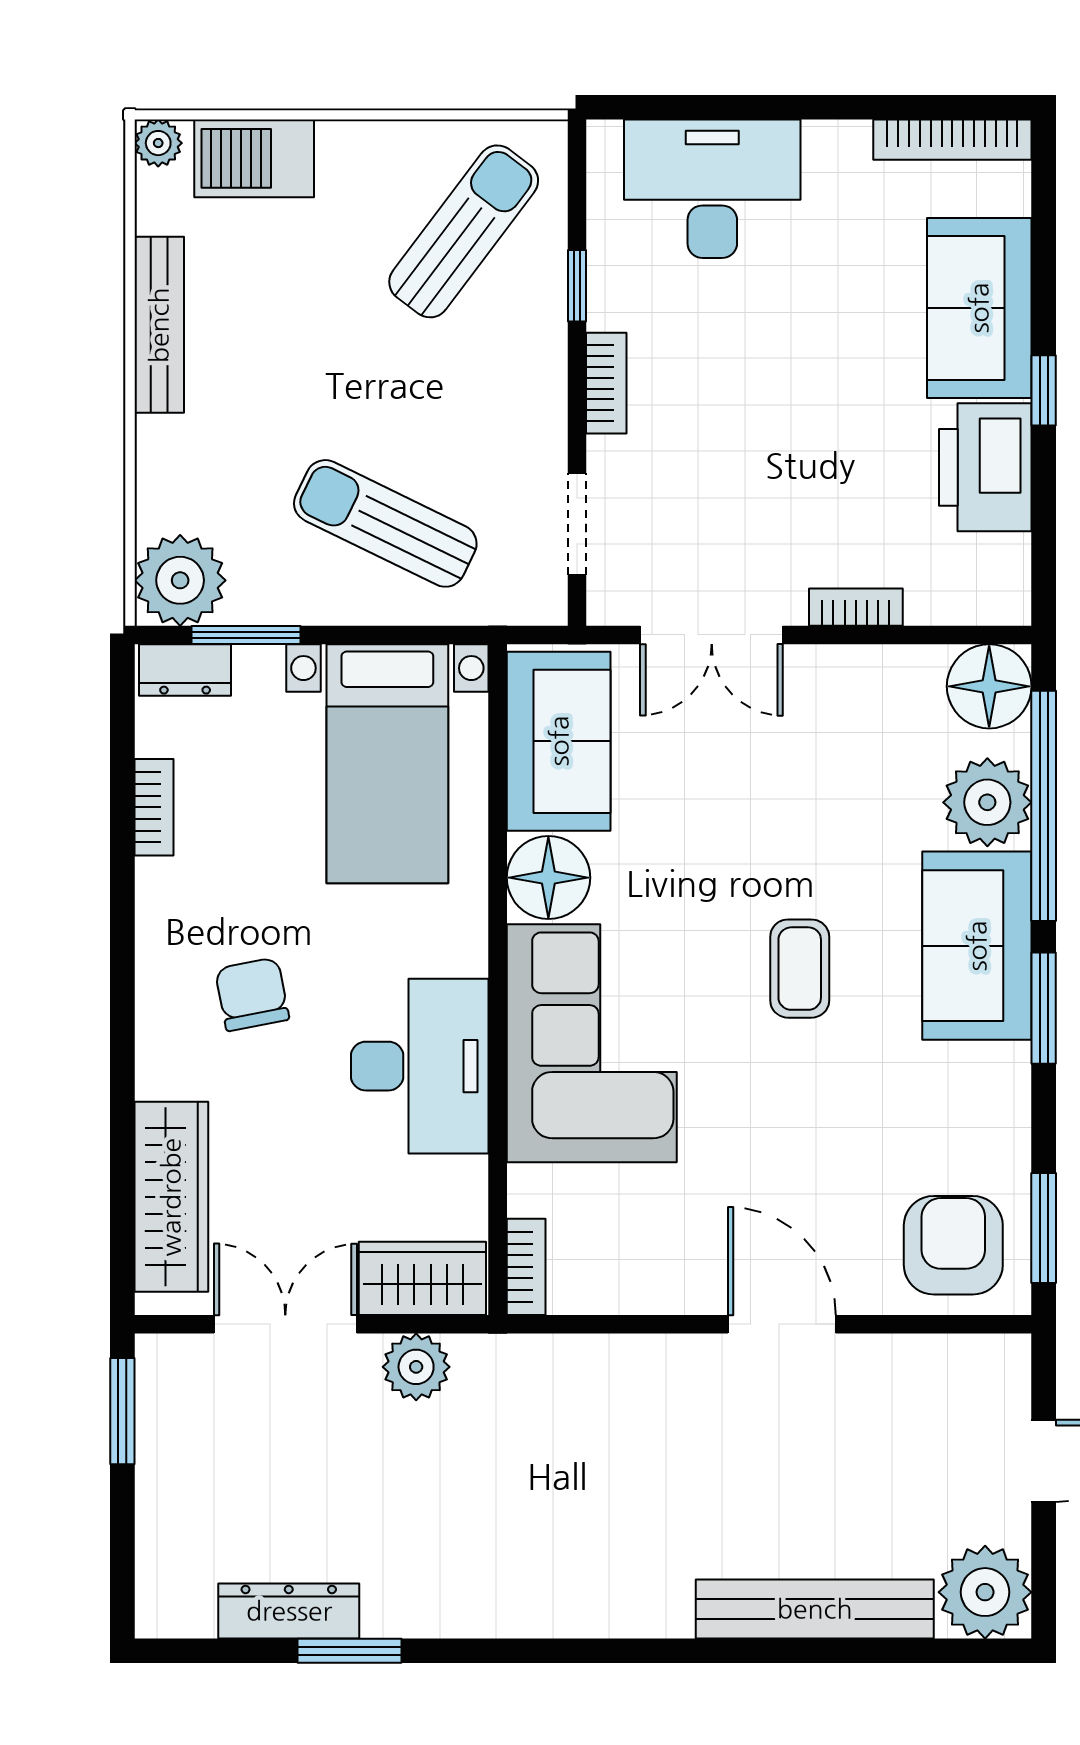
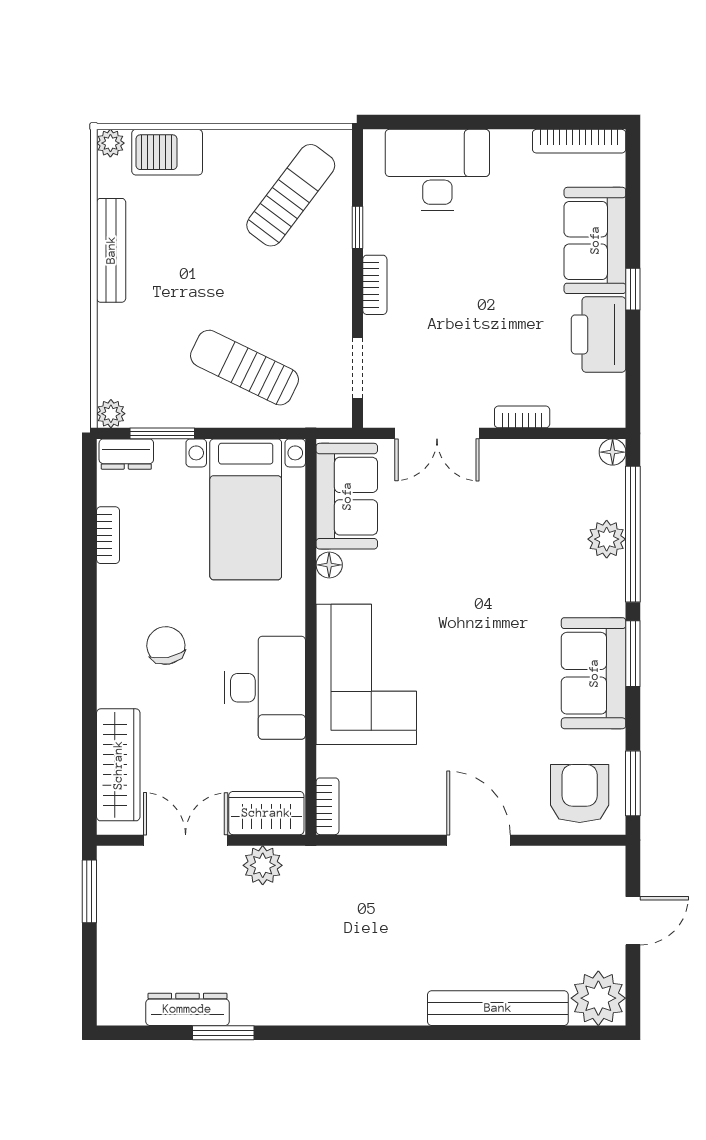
plant: (180, 580) -> (111, 414), width x0.53, depth x0.53
floor lamp: (989, 686) -> (613, 452), width x0.53, depth x0.53
plant: (987, 802) -> (607, 539), width x0.73, depth x0.73
floor lamp: (548, 878) -> (329, 565), width x0.53, depth x0.53
sofa: (977, 946) -> (594, 673), moved
coffee table: (800, 969) -> (489, 630), removed

